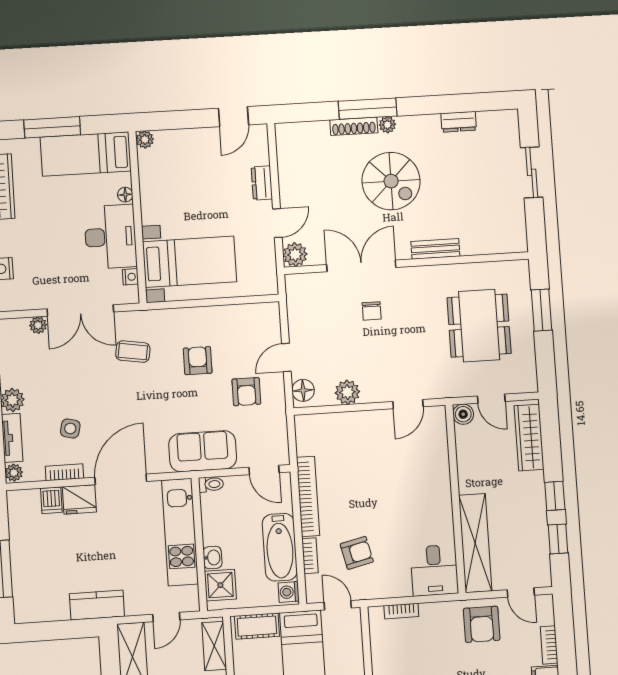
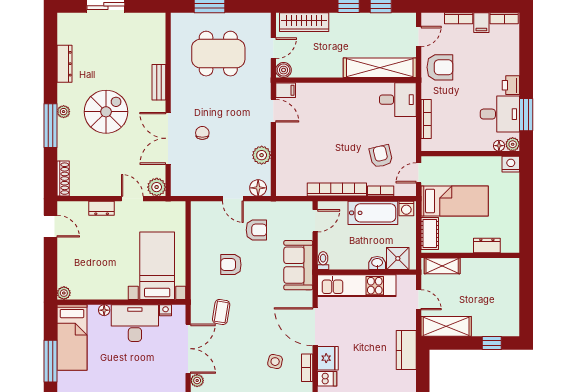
dresser: (459, 122) -> (65, 64), width x1.44
shoe rack: (354, 126) -> (63, 179), moved
chair: (372, 311) -> (202, 133), turned -90
filing cabinet: (436, 419) -> (286, 90), added
bookcase: (401, 611) -> (426, 119), width x1.56

